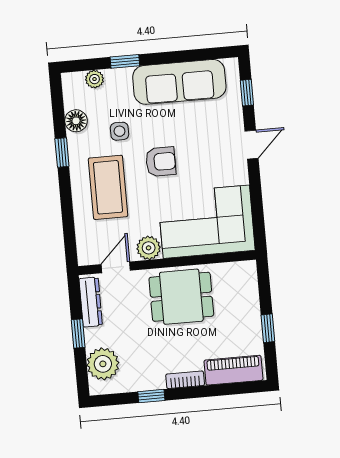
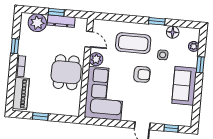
sofa: (179, 82) -> (184, 86), width x0.73
armchair: (161, 162) -> (142, 74), turned -90
dresser: (91, 302) -> (61, 21), moved

